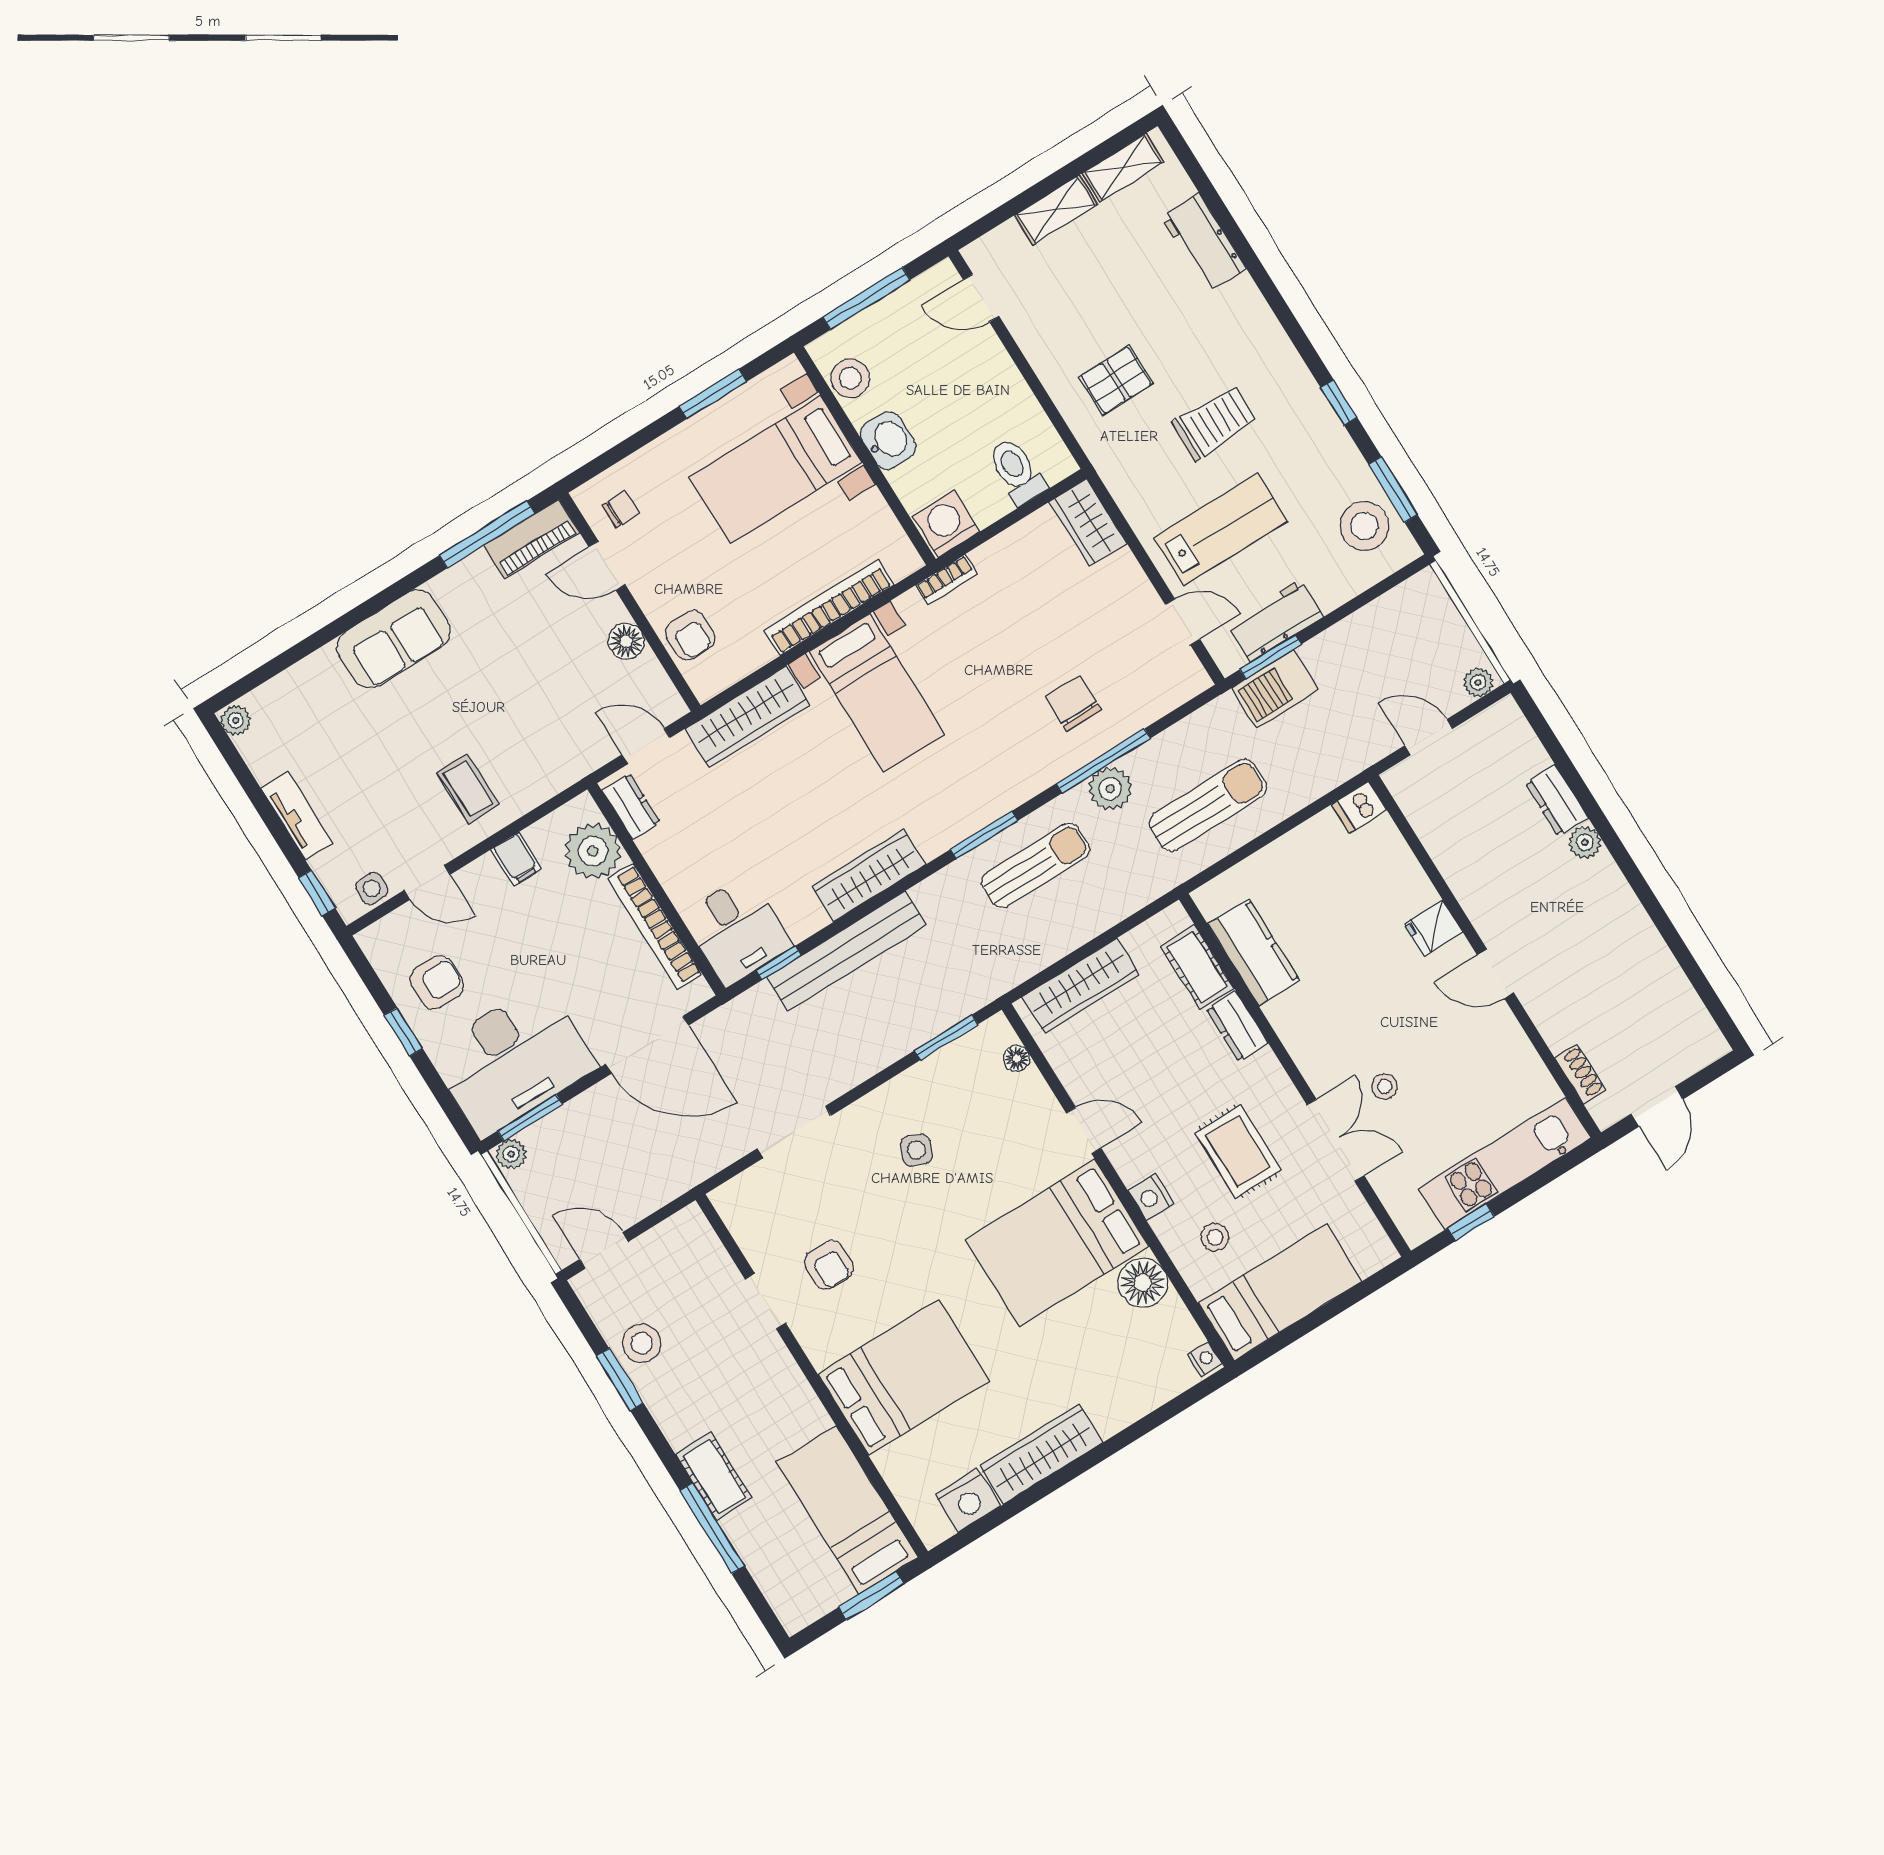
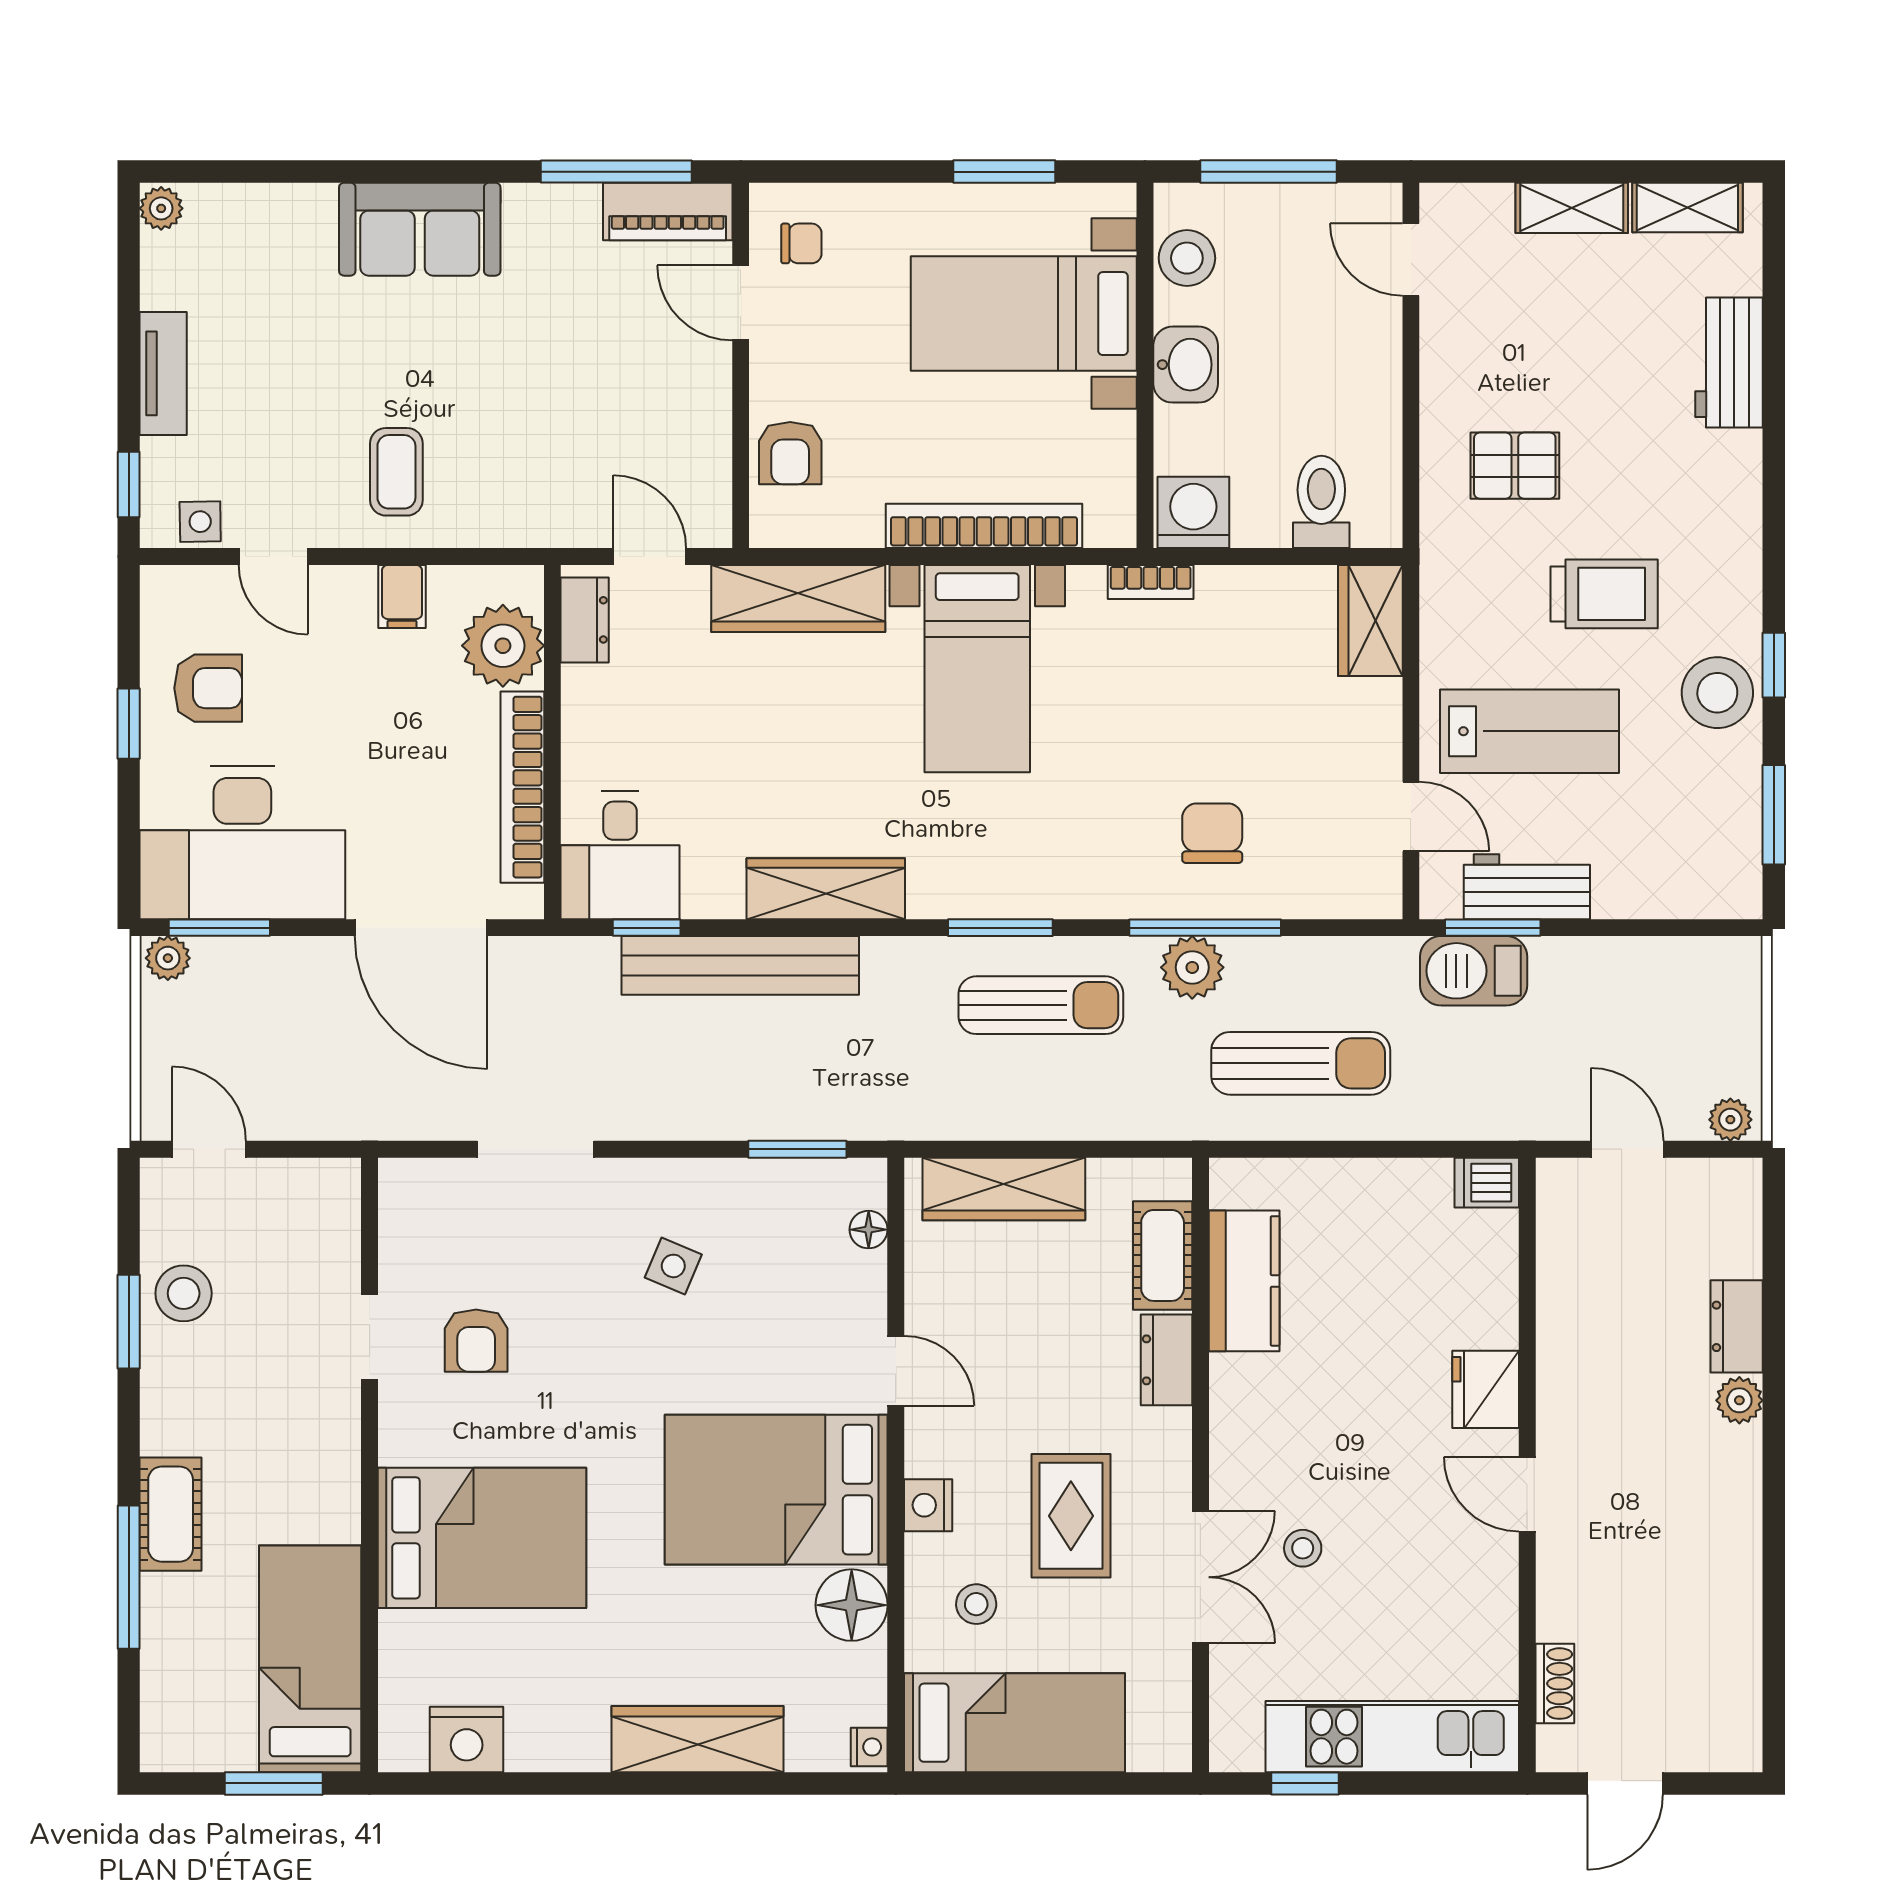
stool: (1364, 526) -> (1717, 693), moved
floor lamp: (626, 641) -> (706, 411), removed
fridge: (1433, 928) -> (1486, 1389), width x1.38
wardrobe: (1041, 1454) -> (697, 1739), moved

